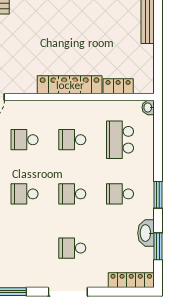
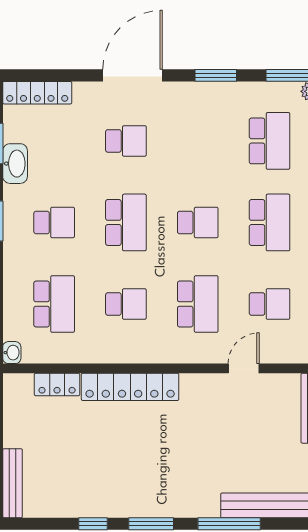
school desk: (25, 140) -> (198, 304), width x1.85
school desk: (72, 194) -> (126, 222), width x1.85

